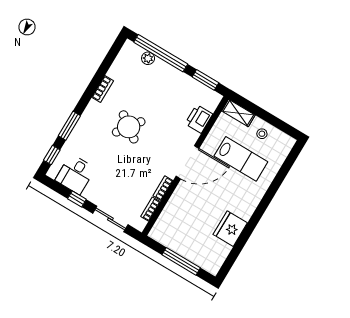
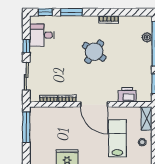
lab bench: (241, 159) -> (117, 138), turned 180
window: (181, 261) -> (26, 127), moved

